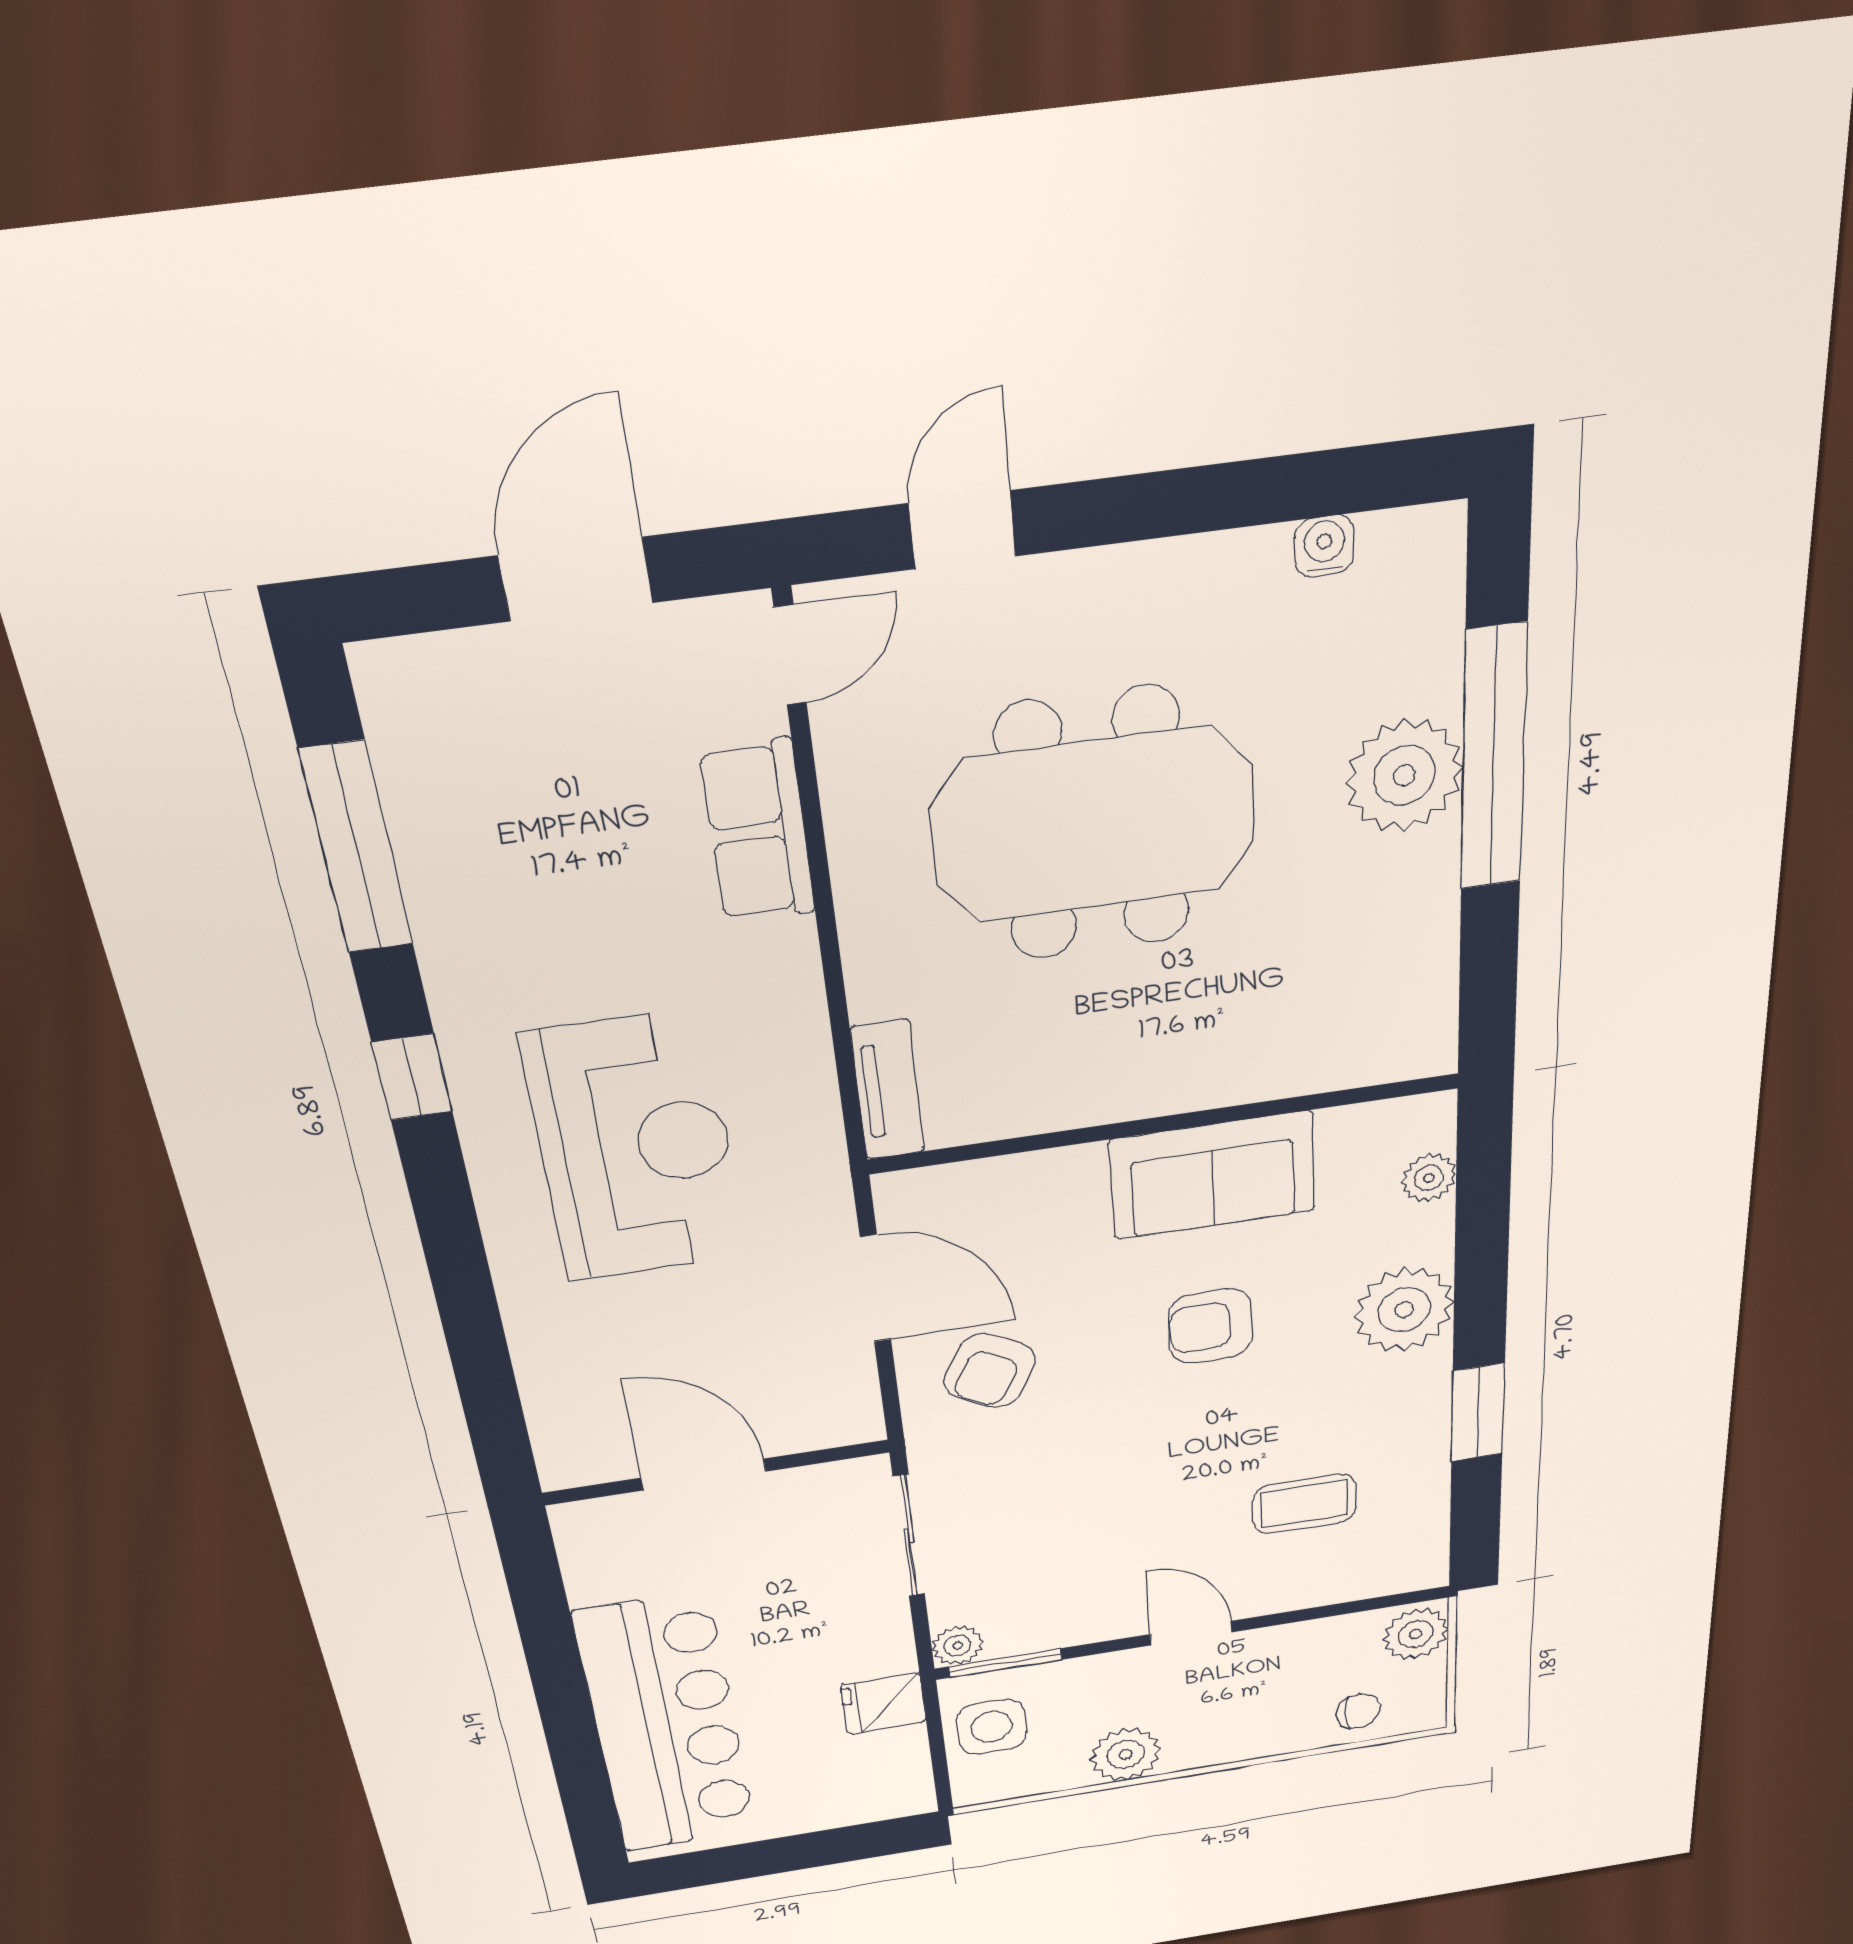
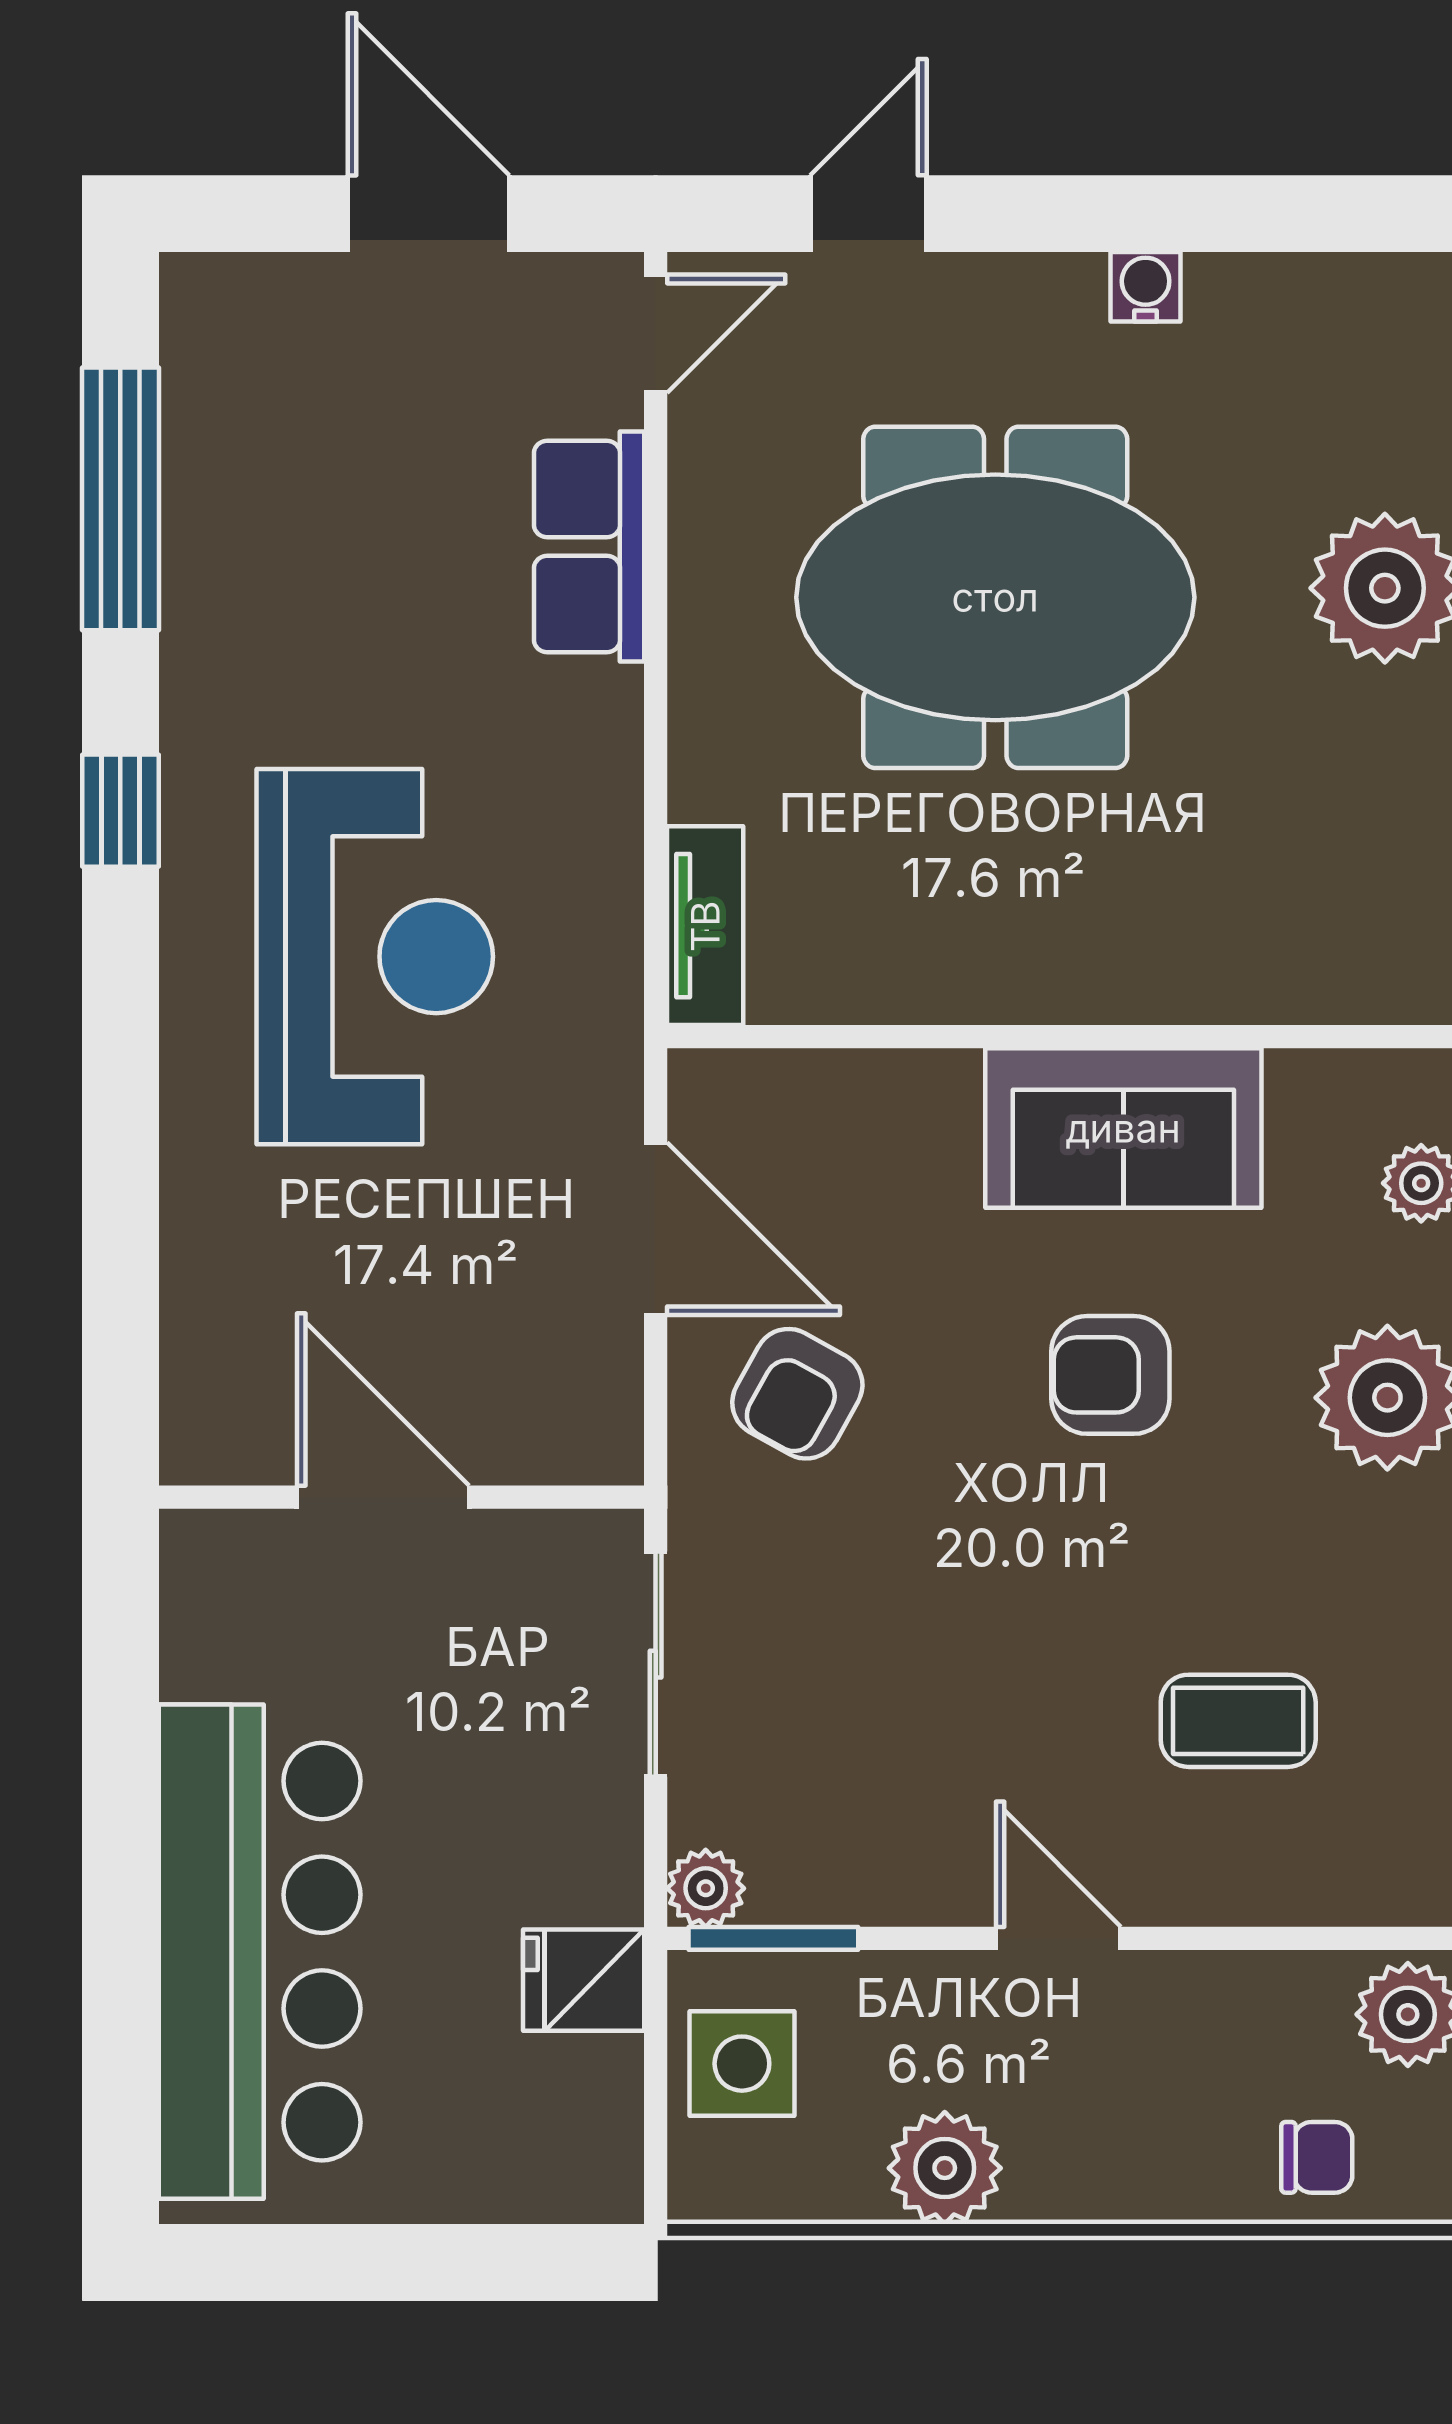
water cooler: (1324, 546) -> (1146, 287), moved
door: (576, 579) -> (429, 214), hinge flipped

